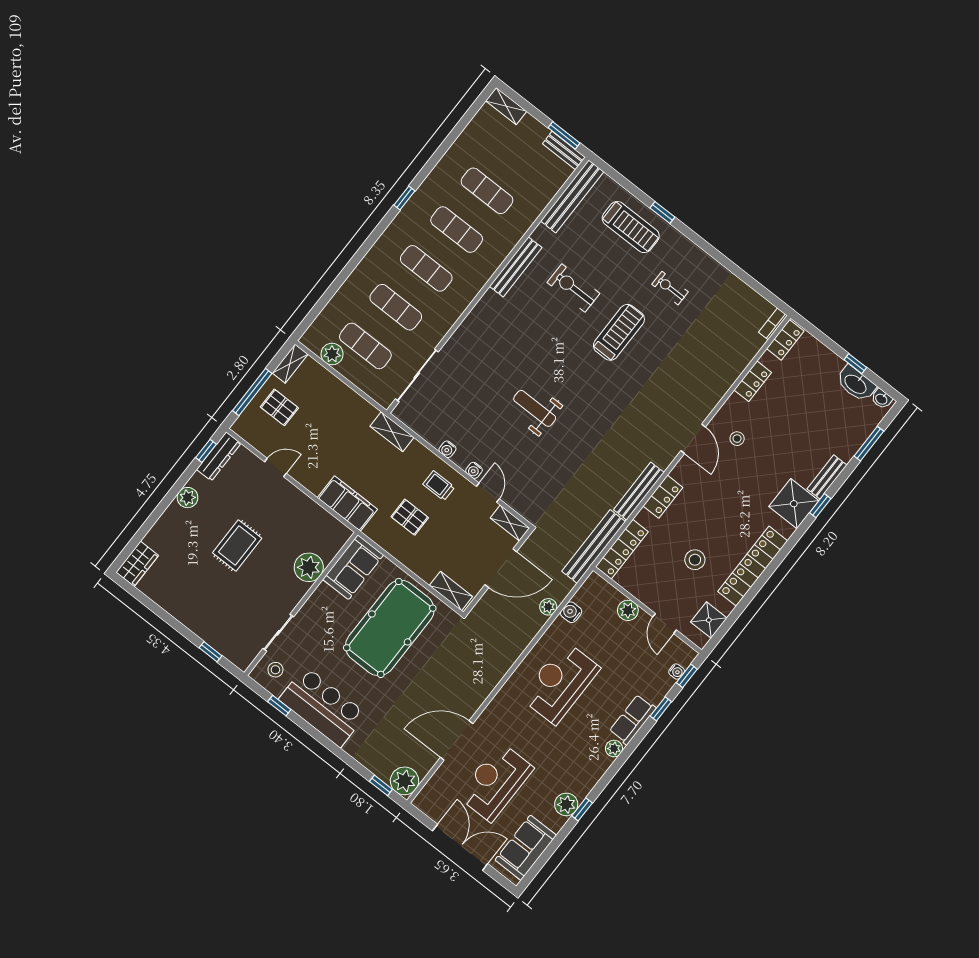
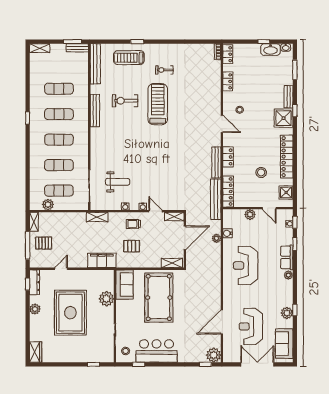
treadmill: (631, 227) -> (129, 58), turned 180
treadmill: (619, 332) -> (158, 104), width x1.37, depth x1.38
weight bench: (535, 408) -> (118, 182), moved, turned 180
rug: (237, 545) -> (70, 313), width x1.86, depth x2.06

